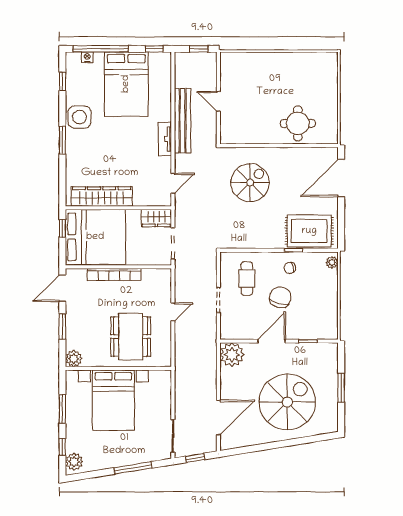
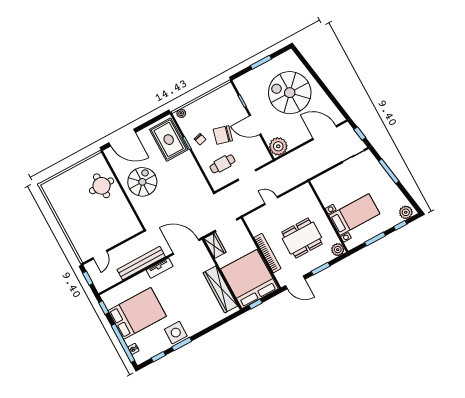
door: (218, 101) -> (100, 255), moved
window: (62, 140) -> (182, 344), moved
door: (173, 183) -> (186, 247), width x1.88
spiral stairs: (250, 183) -> (142, 182), moved, turned 90
dining table: (131, 337) -> (302, 238), moved
bed with nightstands: (113, 400) -> (354, 215), width x0.73

